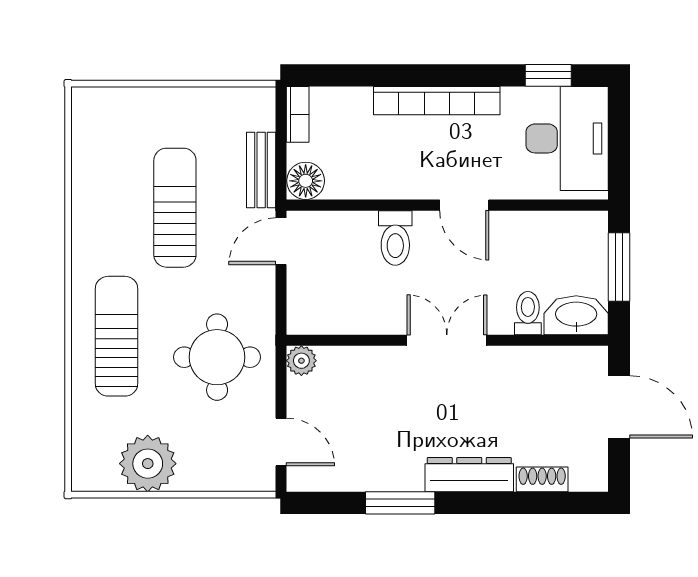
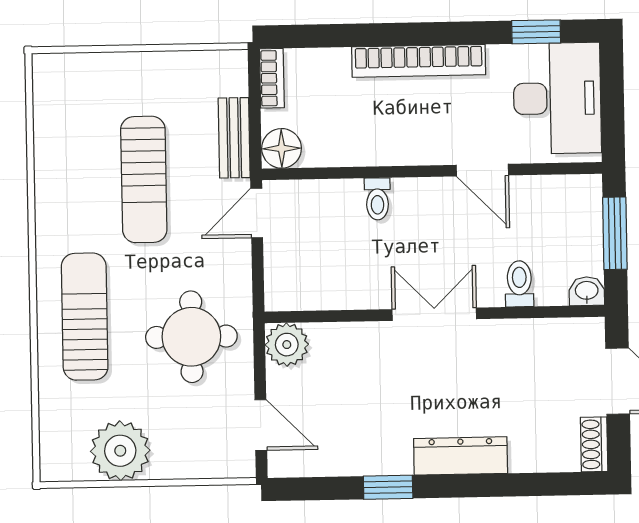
door: (464, 205) -> (482, 170), moved
sun lounger: (175, 208) -> (144, 179), turned 180
toilet: (395, 238) -> (377, 199), width x0.73, depth x0.72
washbasin: (576, 315) -> (587, 291), width x0.52, depth x0.69
plant: (301, 361) -> (287, 345), width x1.38, depth x1.38
shoe rack: (542, 479) -> (594, 444), moved, turned -90
window: (400, 503) -> (388, 487), width x0.67

